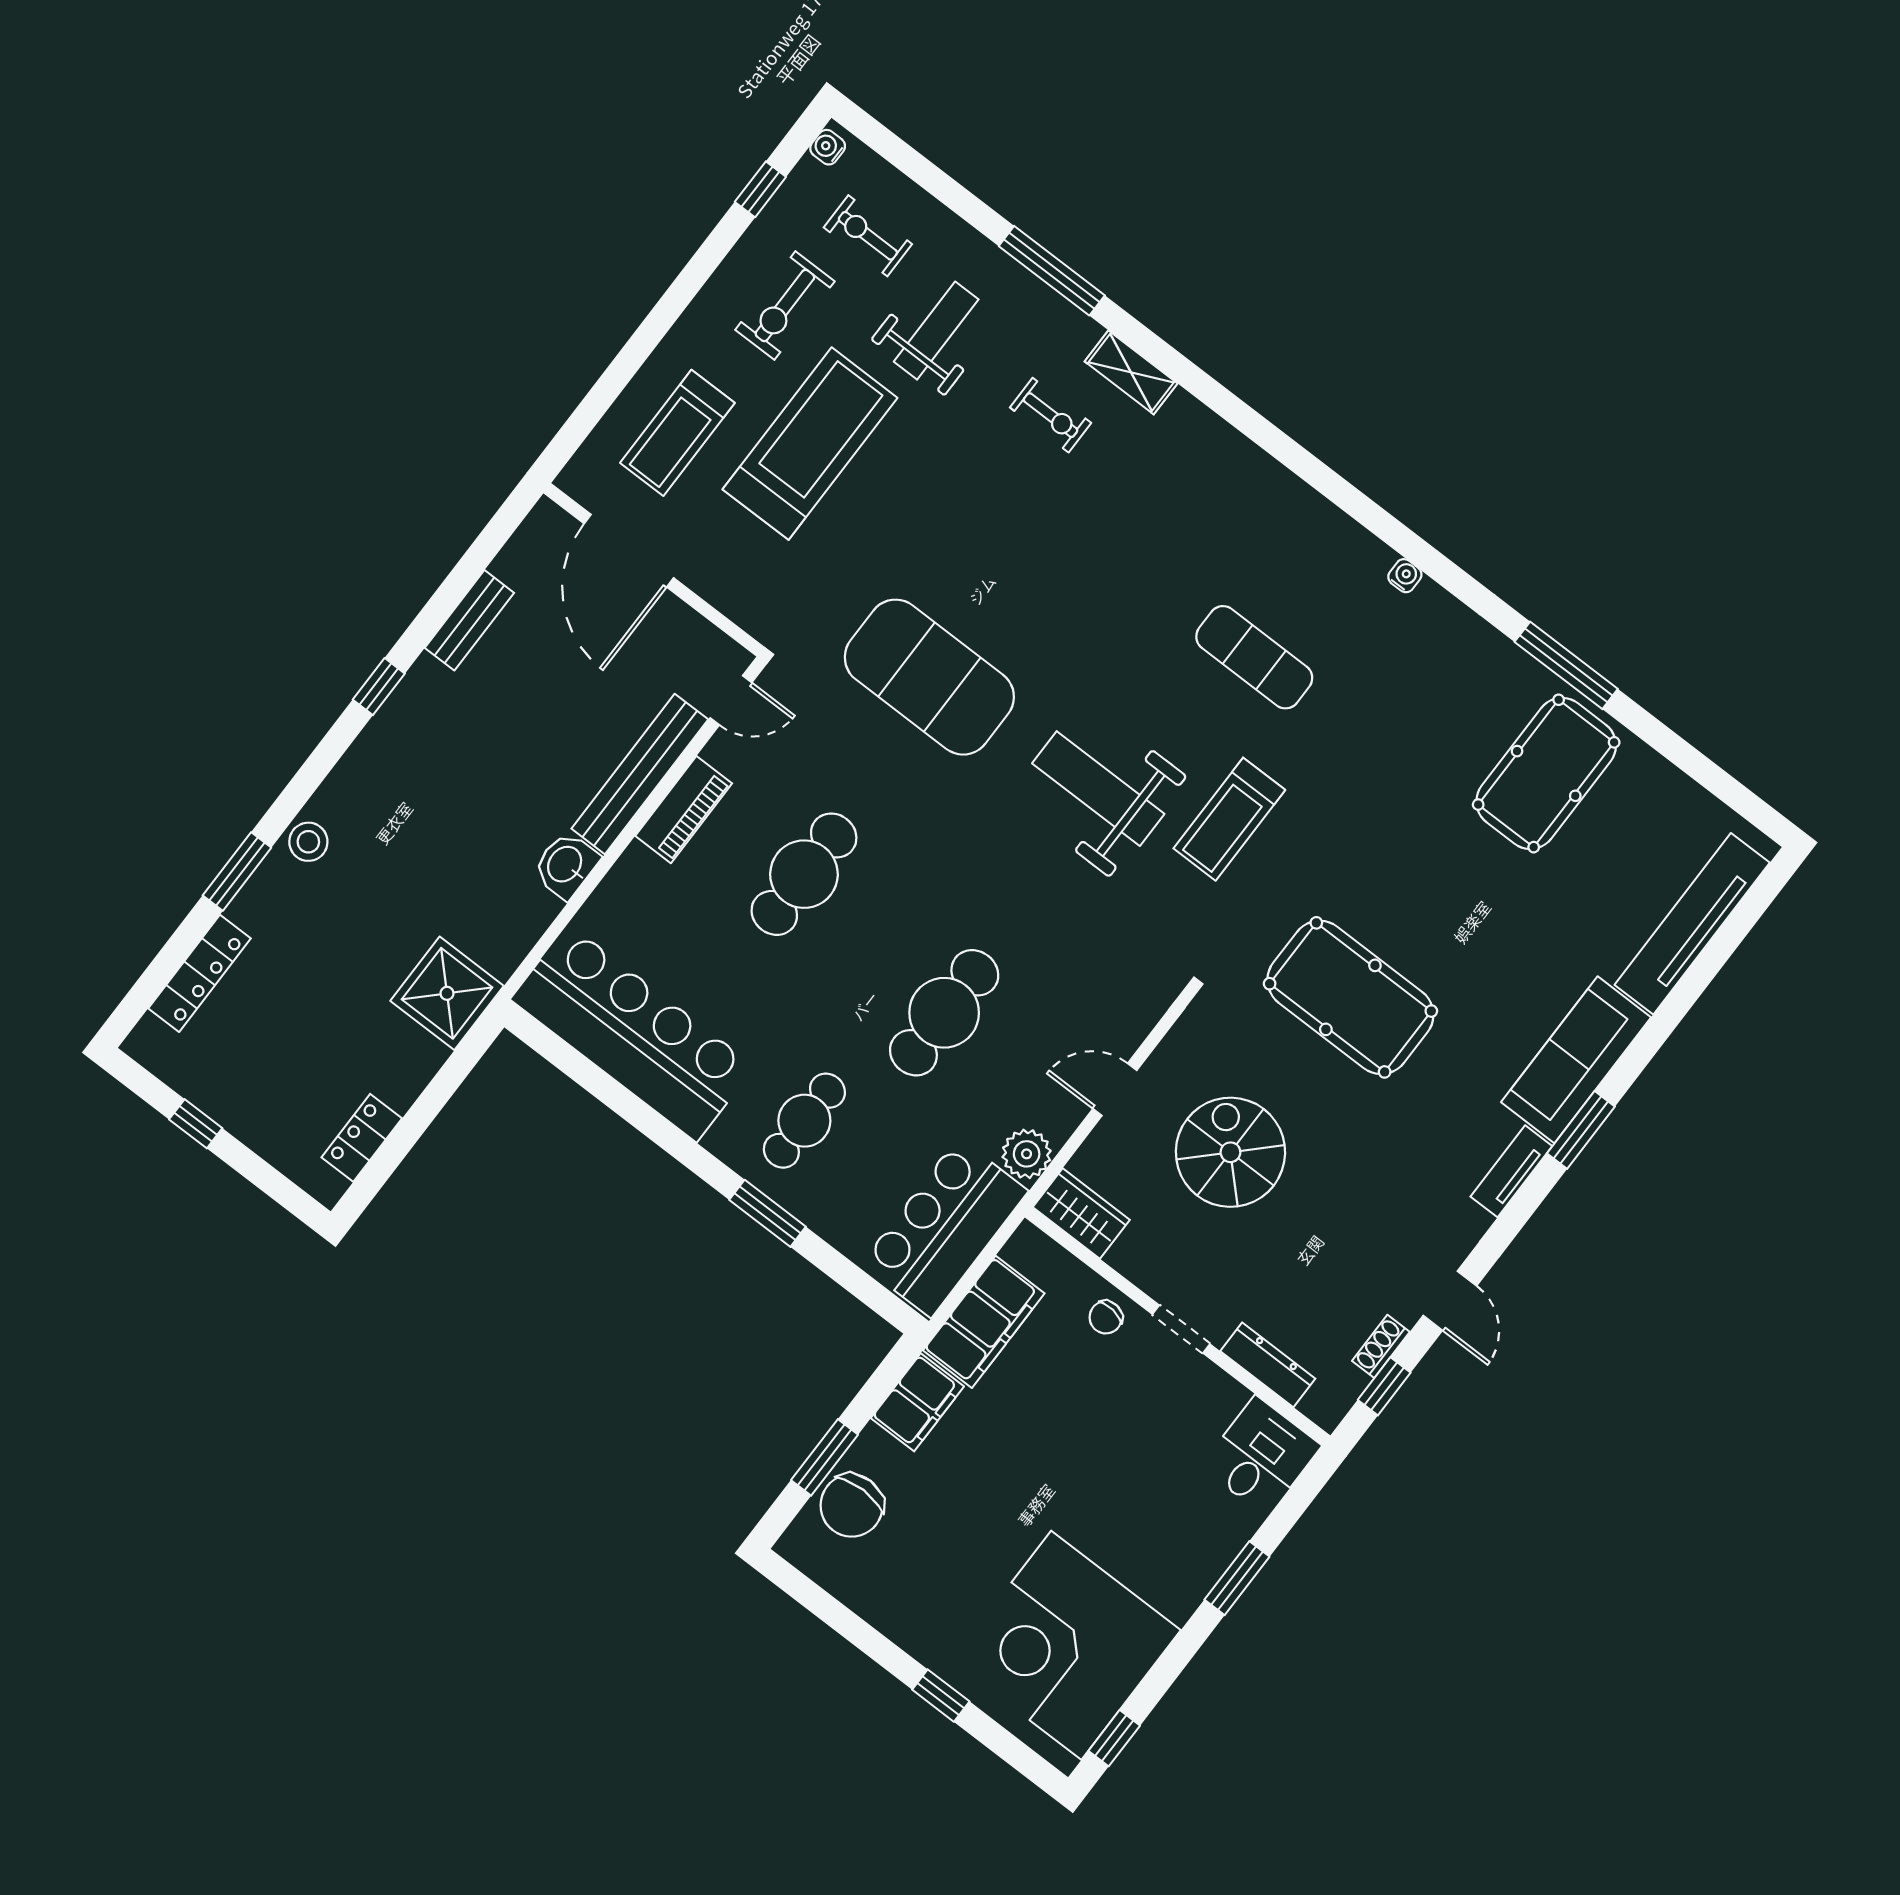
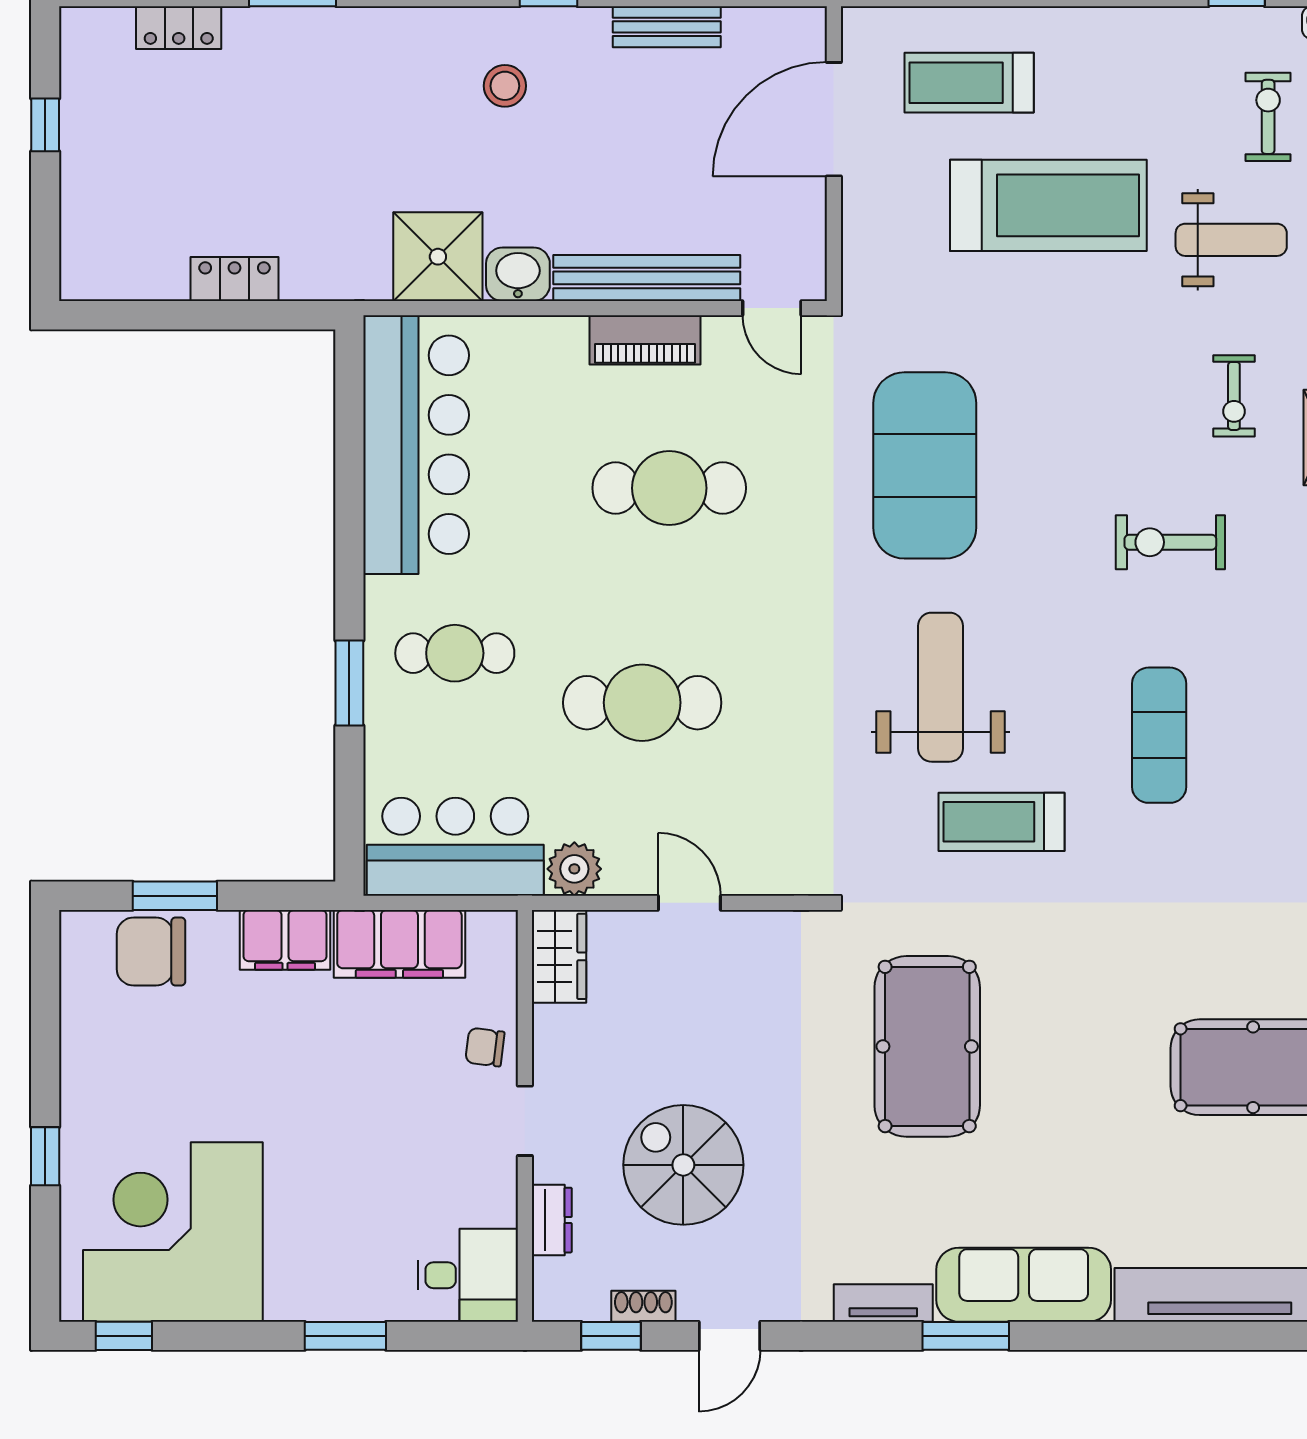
exercise bike: (785, 306) -> (1170, 542), moved
stool: (308, 842) -> (505, 86), moved
locker: (200, 973) -> (179, 28), width x0.66
shower: (447, 993) -> (438, 257), moved
locker: (362, 1138) -> (234, 279), moved
spiral stairs: (1230, 1152) -> (683, 1165), moved, turned -90
dresser: (1268, 1365) -> (552, 1220), width x0.70

